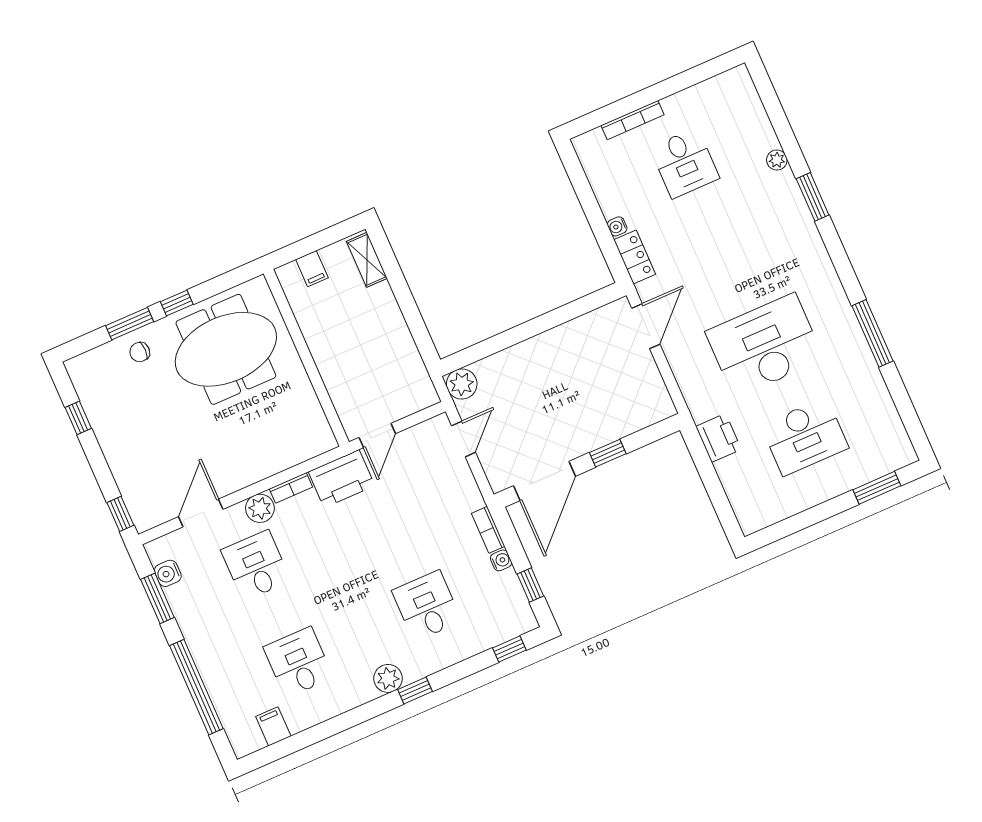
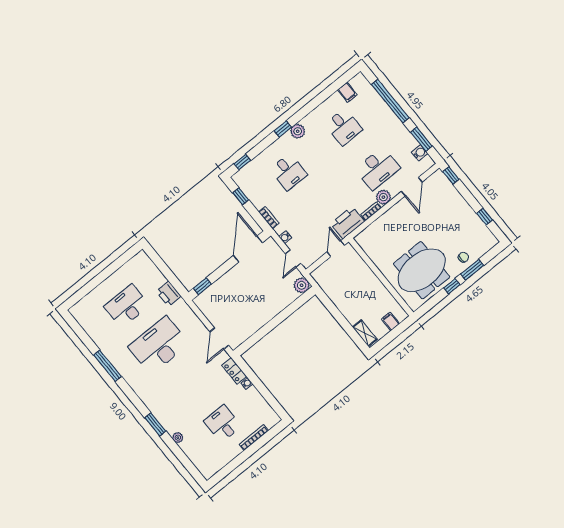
desk: (765, 345) -> (159, 345), turned 180
window: (608, 453) -> (202, 286), moved
window: (877, 488) -> (84, 291), removed
water cooler: (501, 560) -> (285, 237), moved
desk: (256, 565) -> (378, 169), width x1.37

